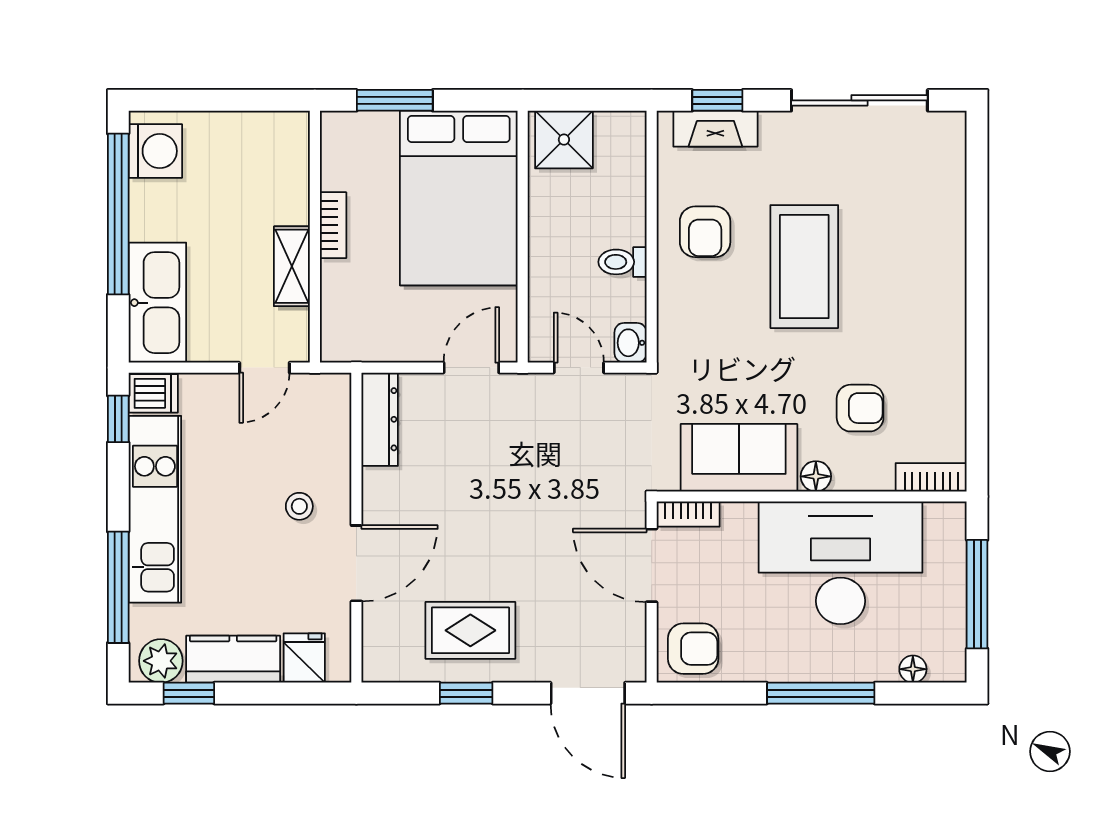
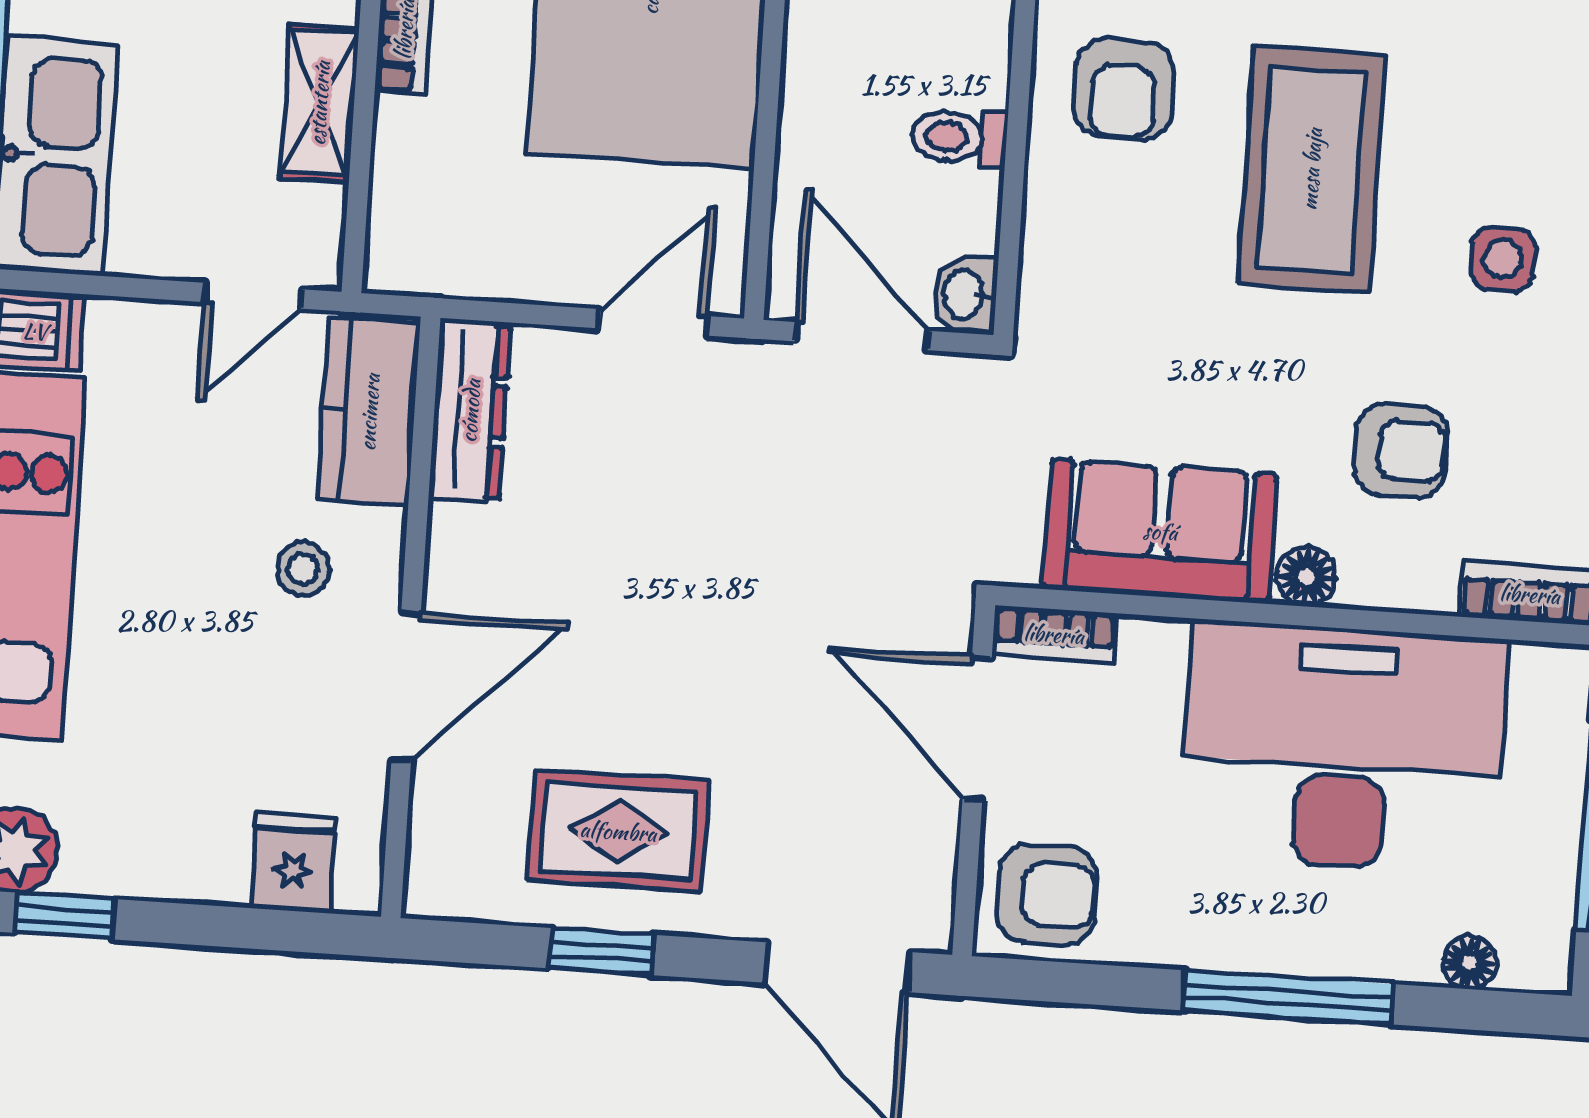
side table: (906, 306) -> (1502, 259), added
door: (579, 368) -> (862, 336), width x1.38
kitchen counter: (233, 659) -> (369, 412), moved, turned -90

